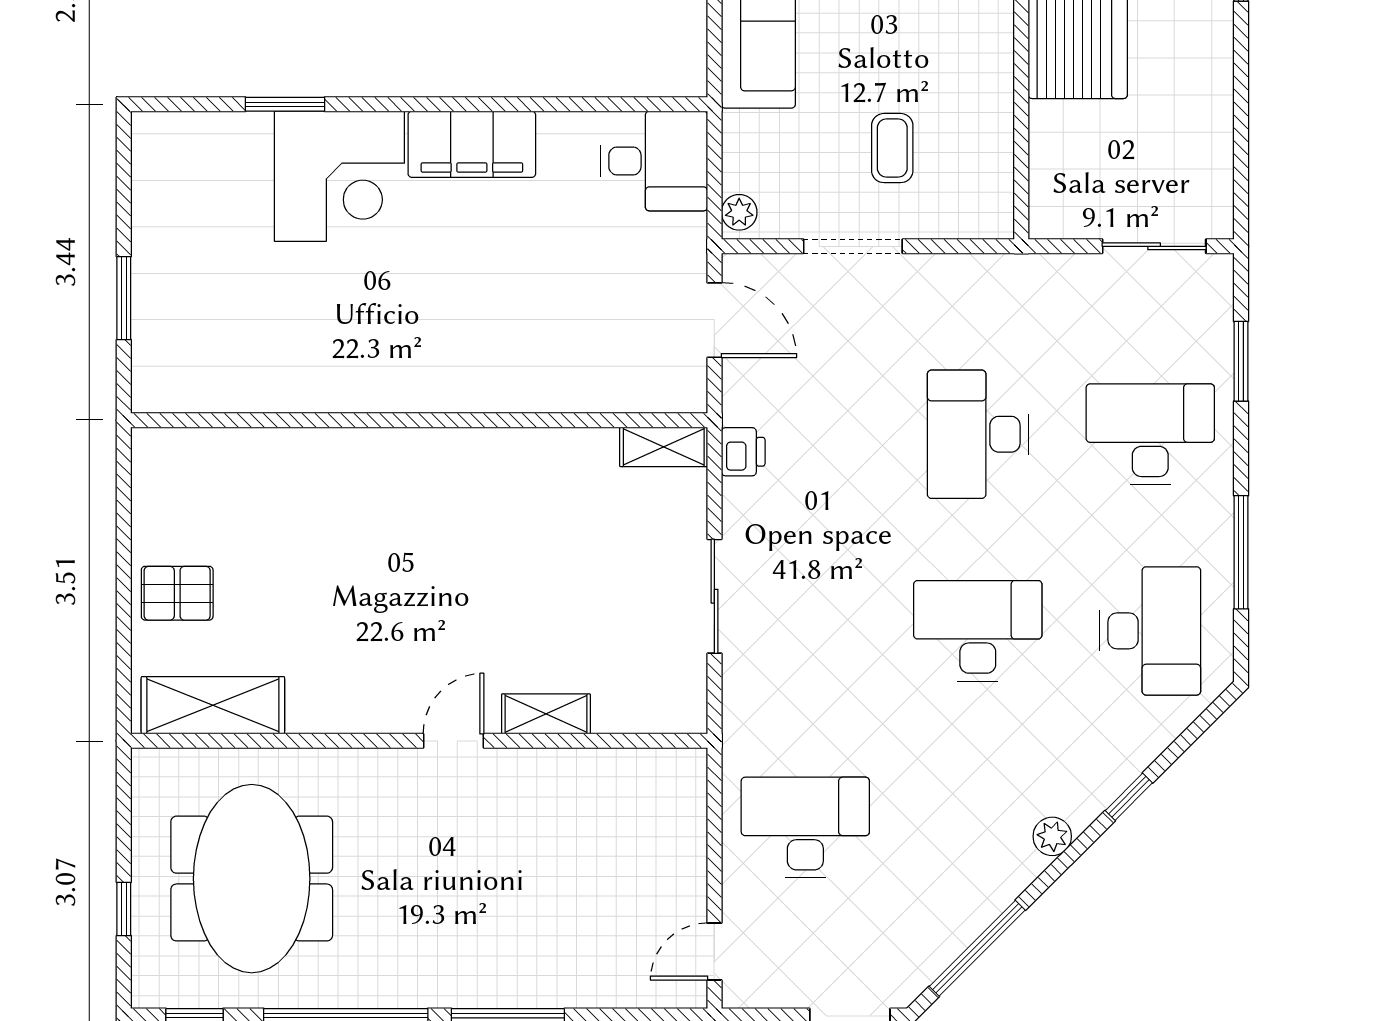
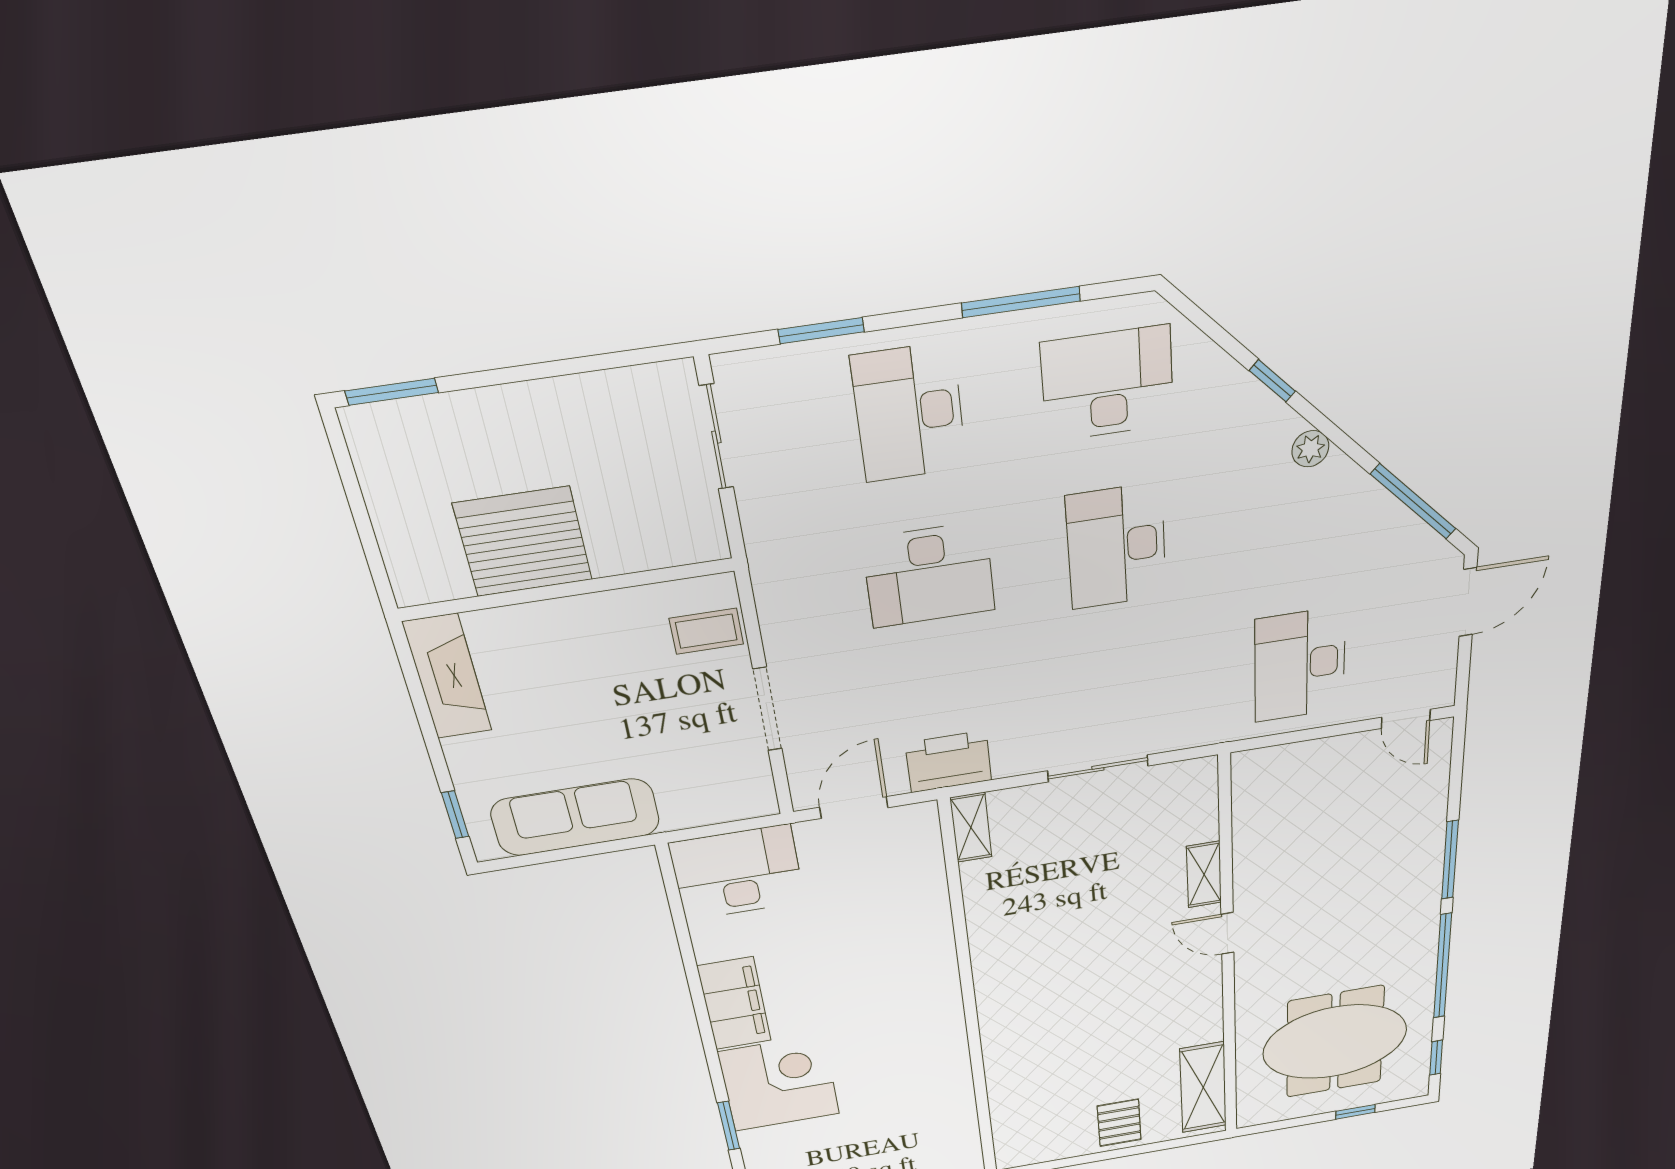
coffee table: (892, 148) -> (706, 631), moved
desk: (654, 161) -> (737, 873), width x1.37
plant: (739, 212) -> (754, 804), removed
printer: (743, 452) -> (949, 762), width x1.87, depth x1.48

